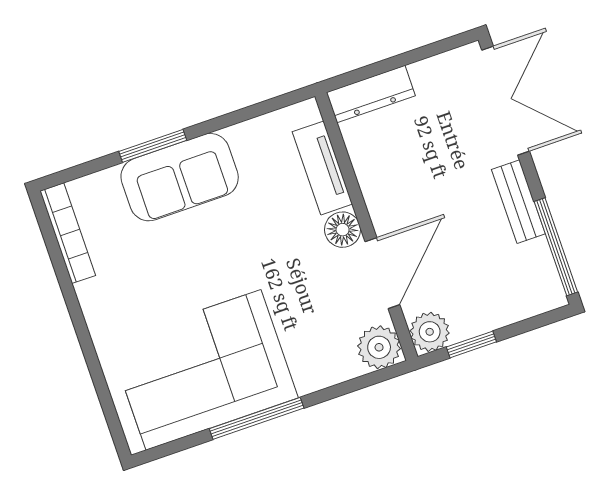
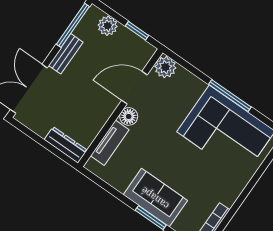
plant: (430, 332) -> (108, 26), moved

